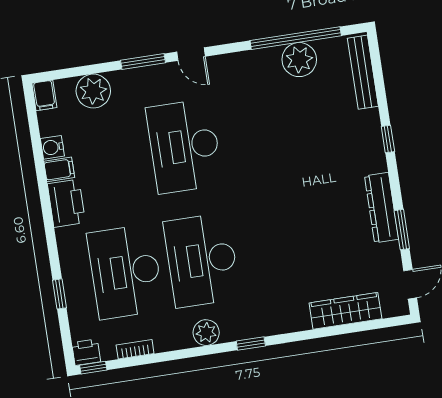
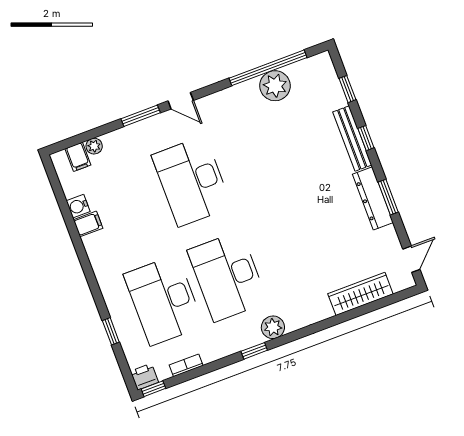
bench: (363, 72) -> (352, 138), moved
window: (379, 80) -> (347, 89), added
plant: (93, 91) -> (94, 146), width x0.53, depth x0.53
filing cabinet: (44, 95) -> (78, 157), moved
printer: (66, 203) -> (100, 252), removed
window: (402, 230) -> (388, 197), moved
plant: (206, 333) -> (273, 327), moved
window: (251, 344) -> (254, 351), moved

